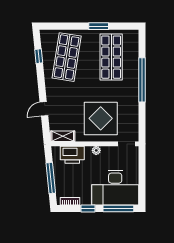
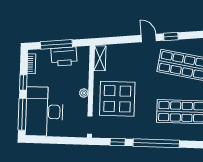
window: (39, 56) -> (171, 37), moved
door: (44, 109) -> (149, 38), moved
window: (142, 117) -> (118, 142), added
printer: (72, 155) -> (64, 56), moved, turned -96

